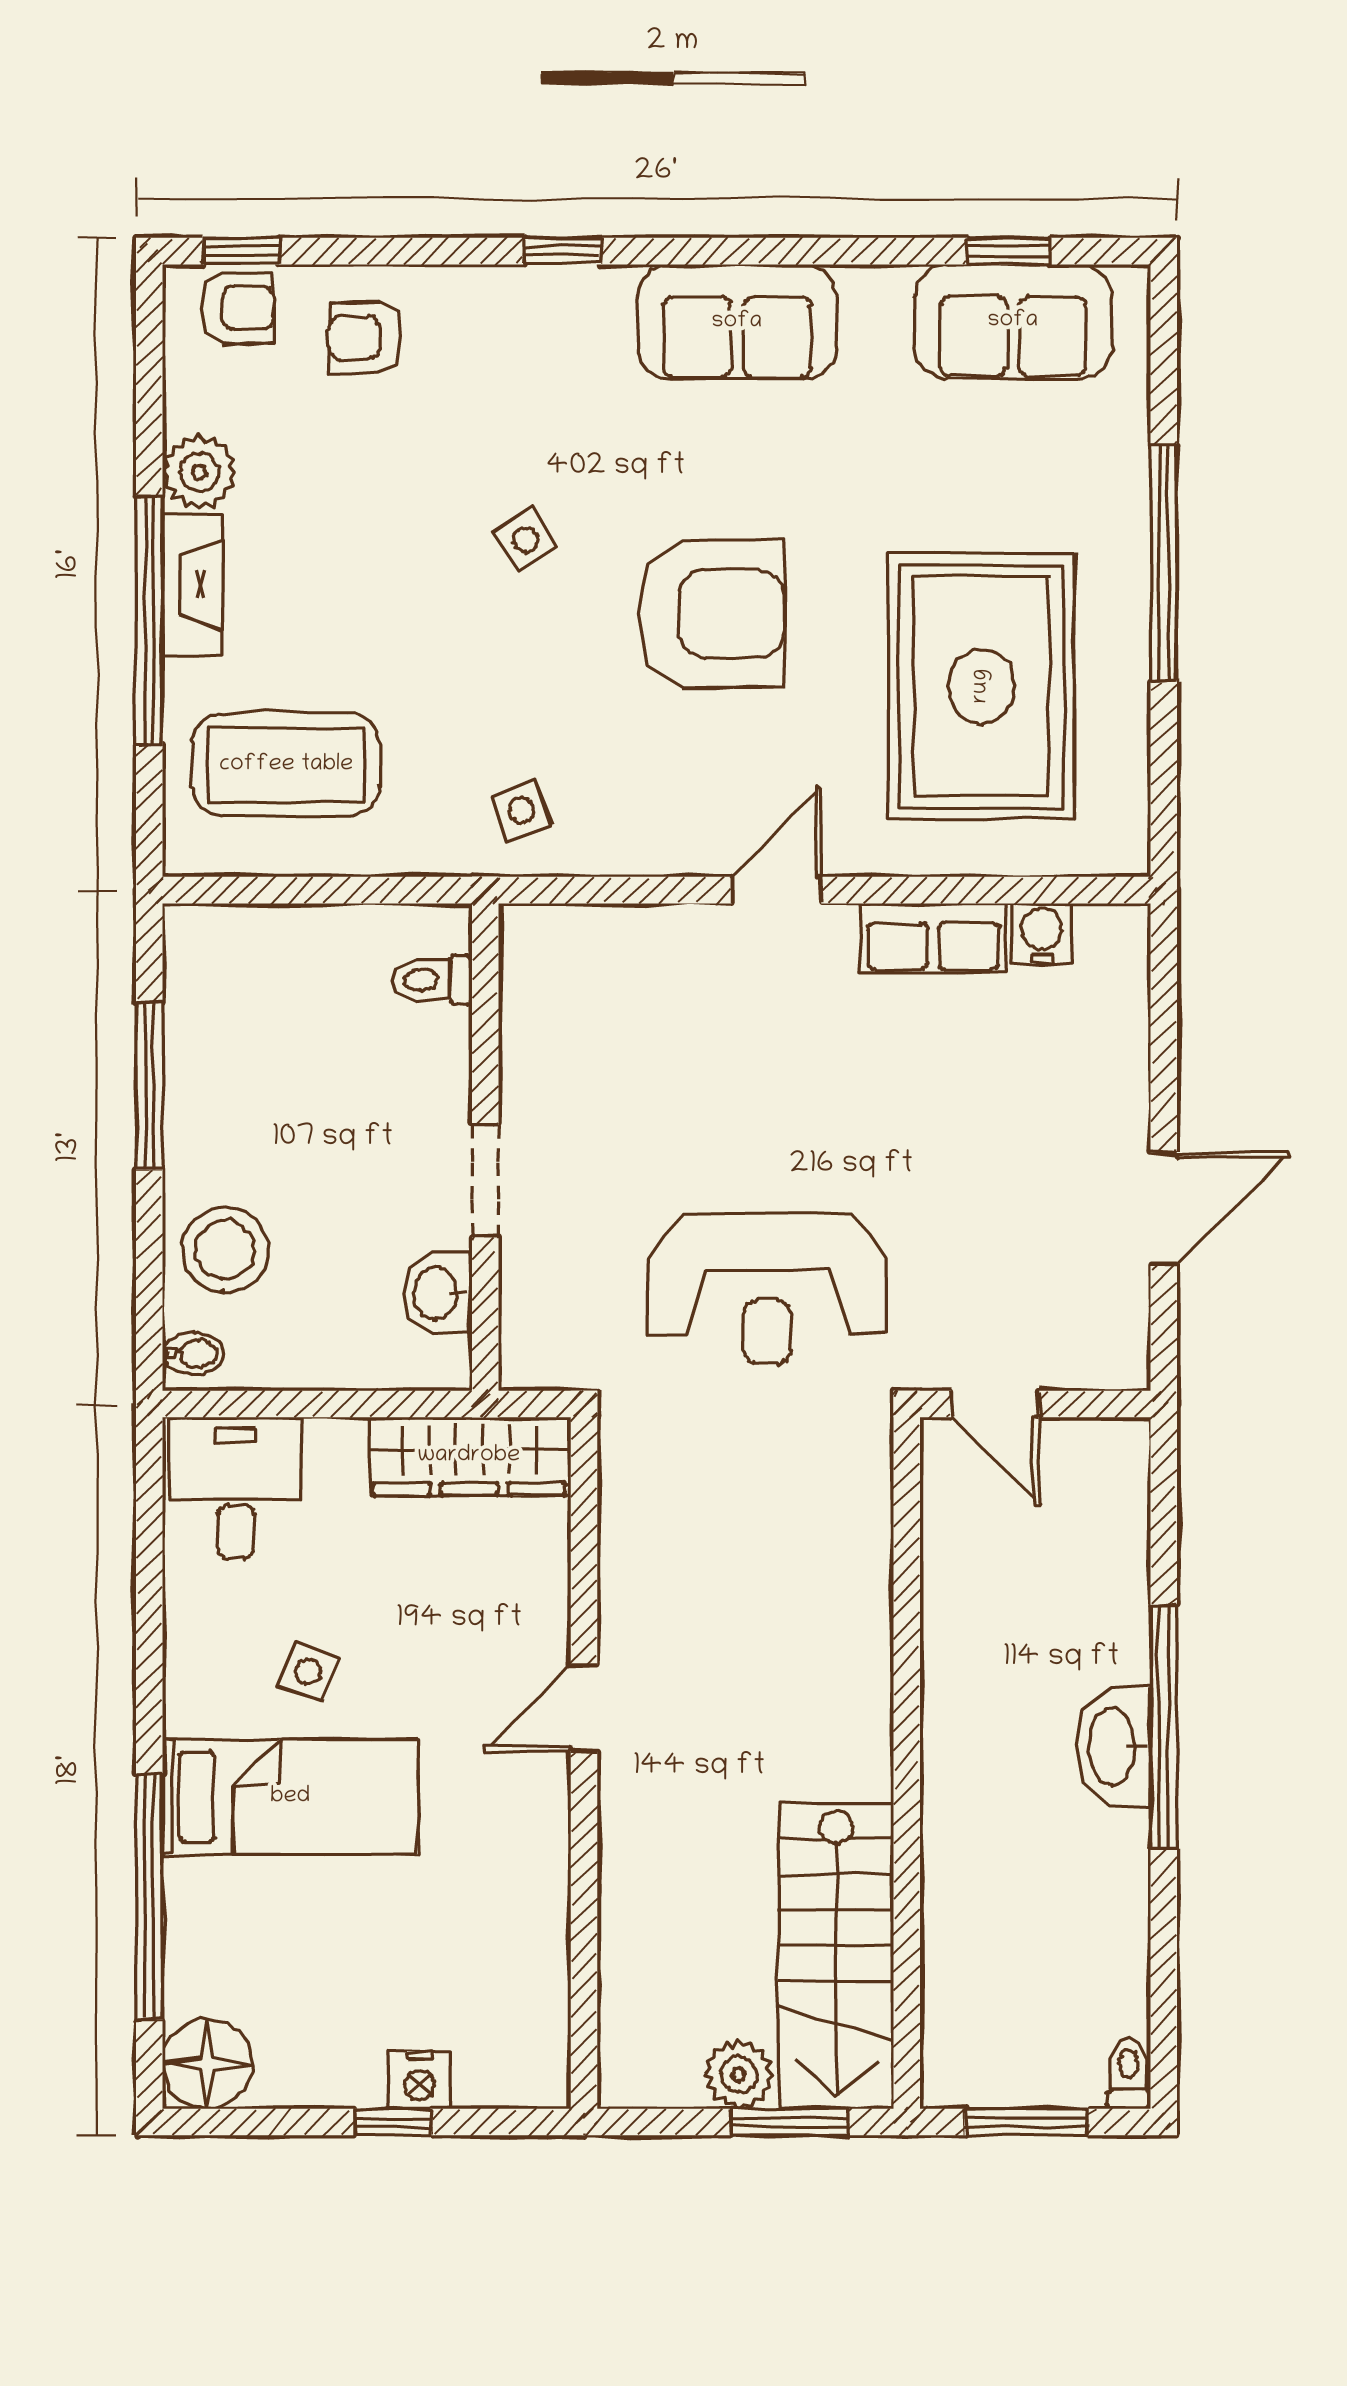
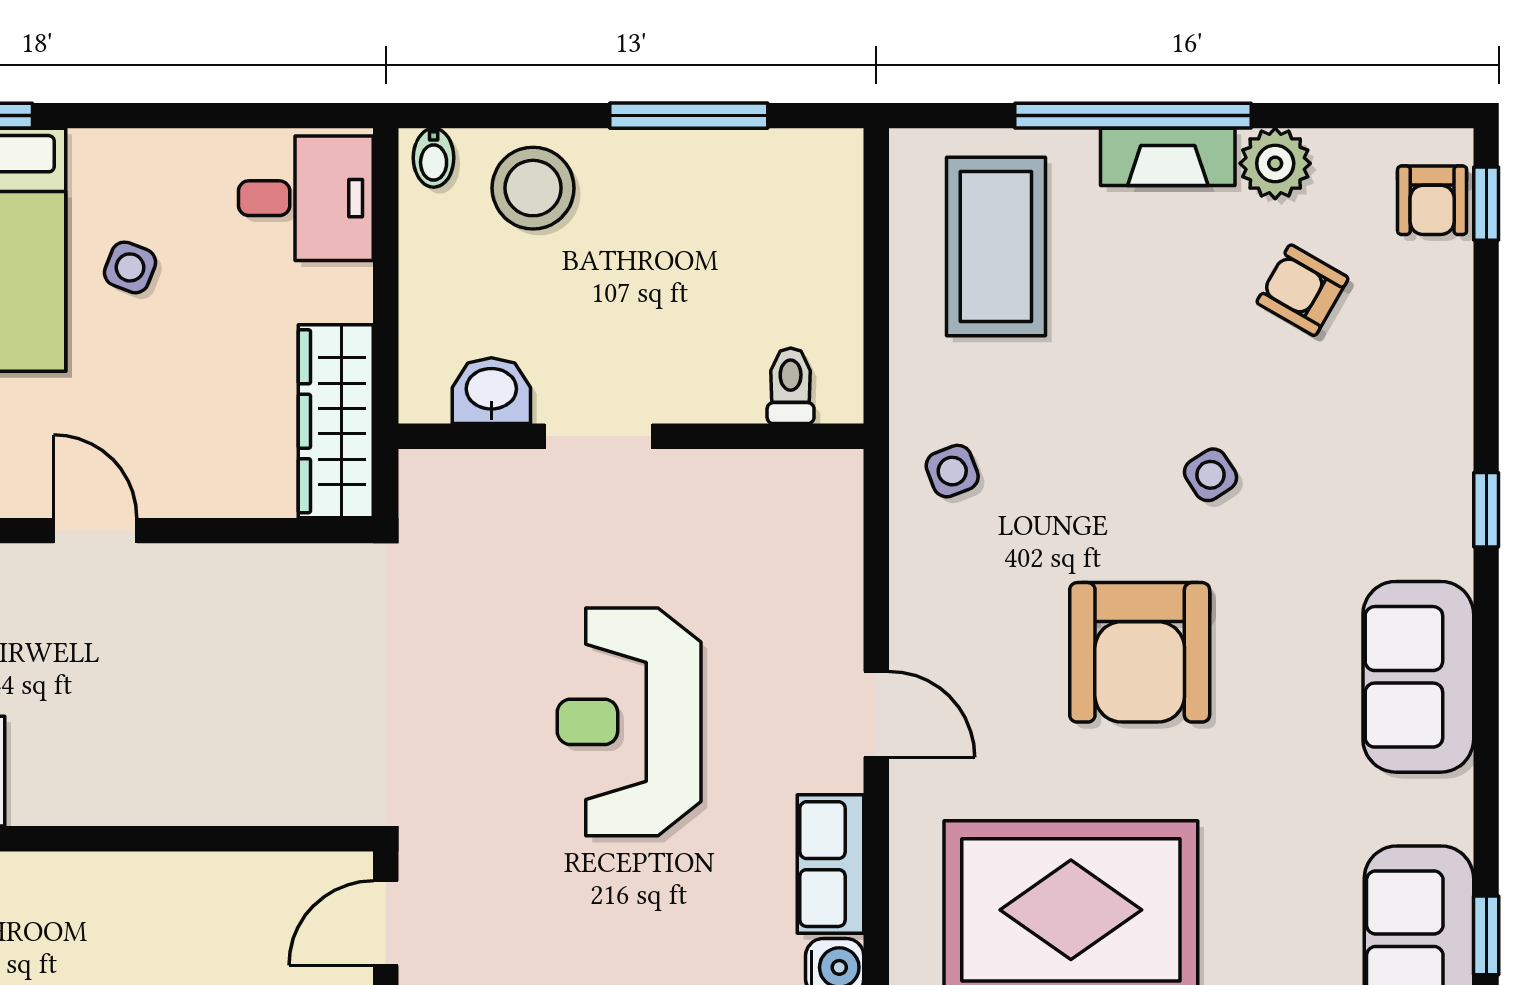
armchair: (364, 338) -> (1302, 290), moved, turned -60
reception desk: (767, 1288) -> (629, 722), moved

